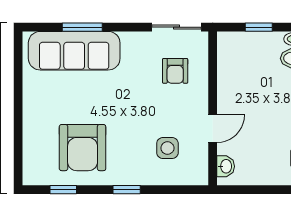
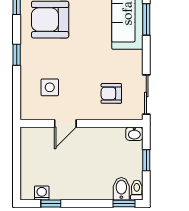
door: (213, 129) -> (65, 123), hinge flipped
washbasin: (226, 166) -> (134, 134), moved

